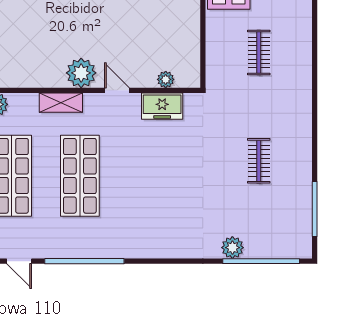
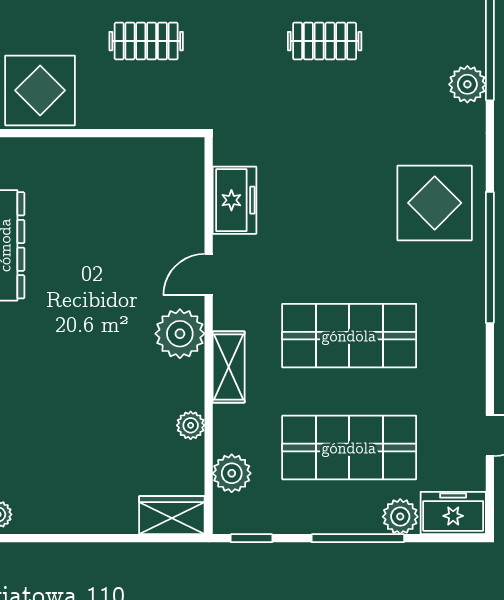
plant: (166, 79) -> (191, 425), moved
display table: (160, 228) -> (435, 203), added
window: (84, 261) -> (490, 257), moved

